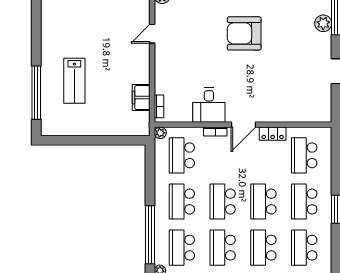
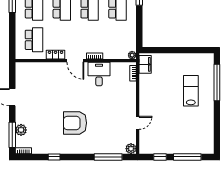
armchair: (244, 33) -> (75, 123), turned 180
filing cabinet: (141, 98) -> (145, 64), moved
door: (244, 125) -> (75, 61), swing flipped
school desk: (182, 155) -> (117, 40), removed

